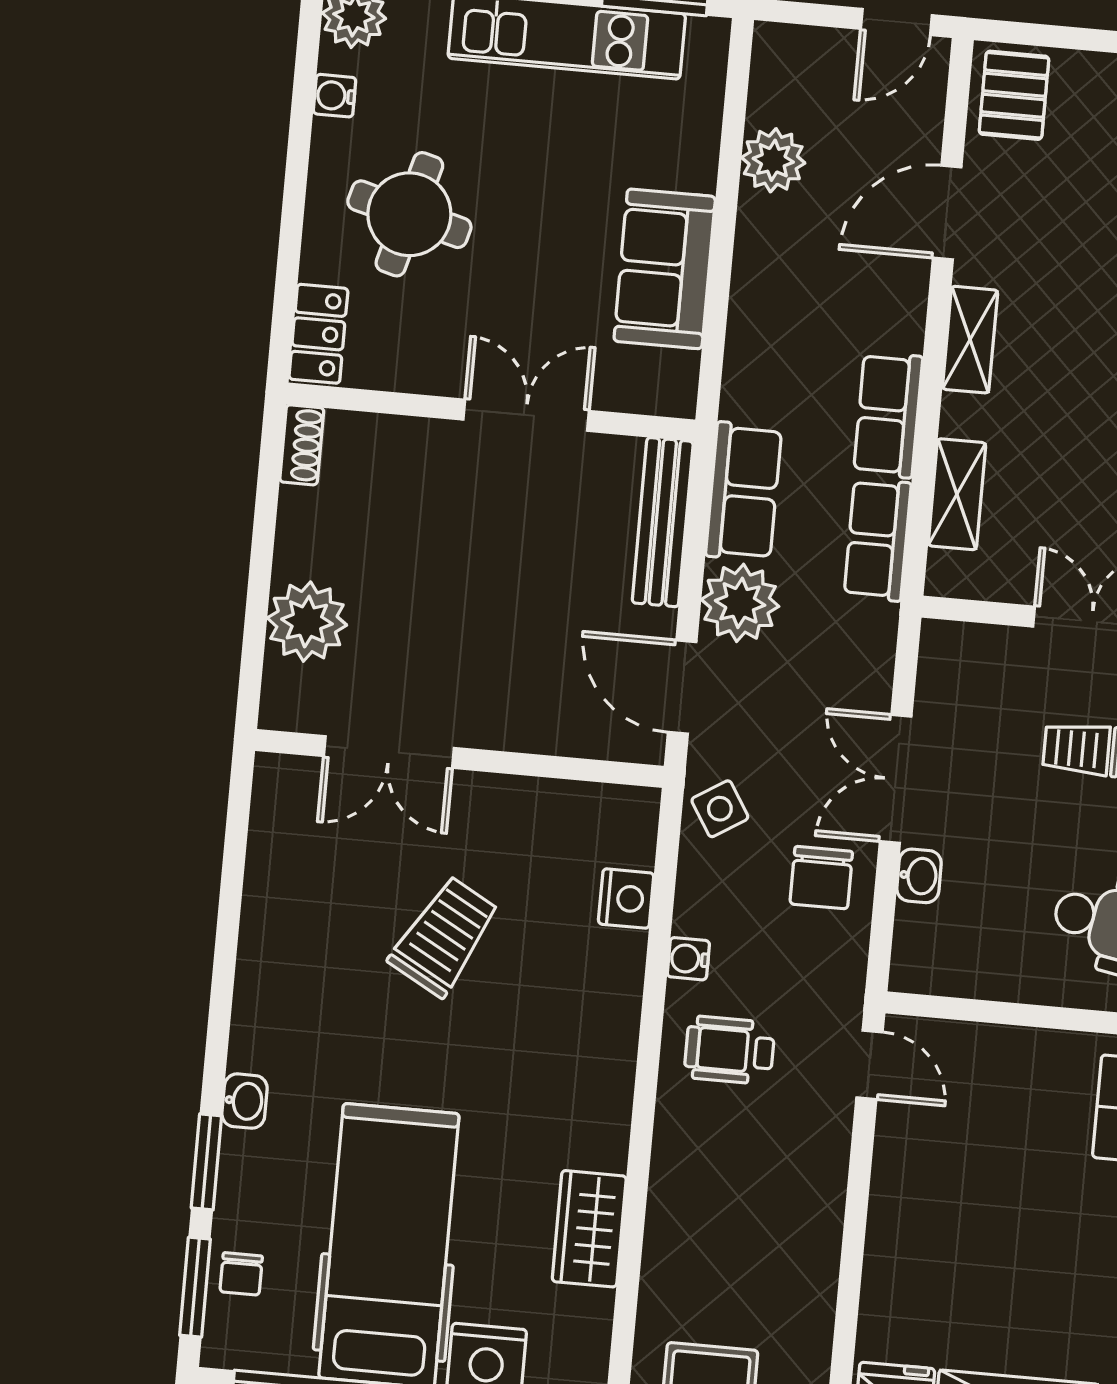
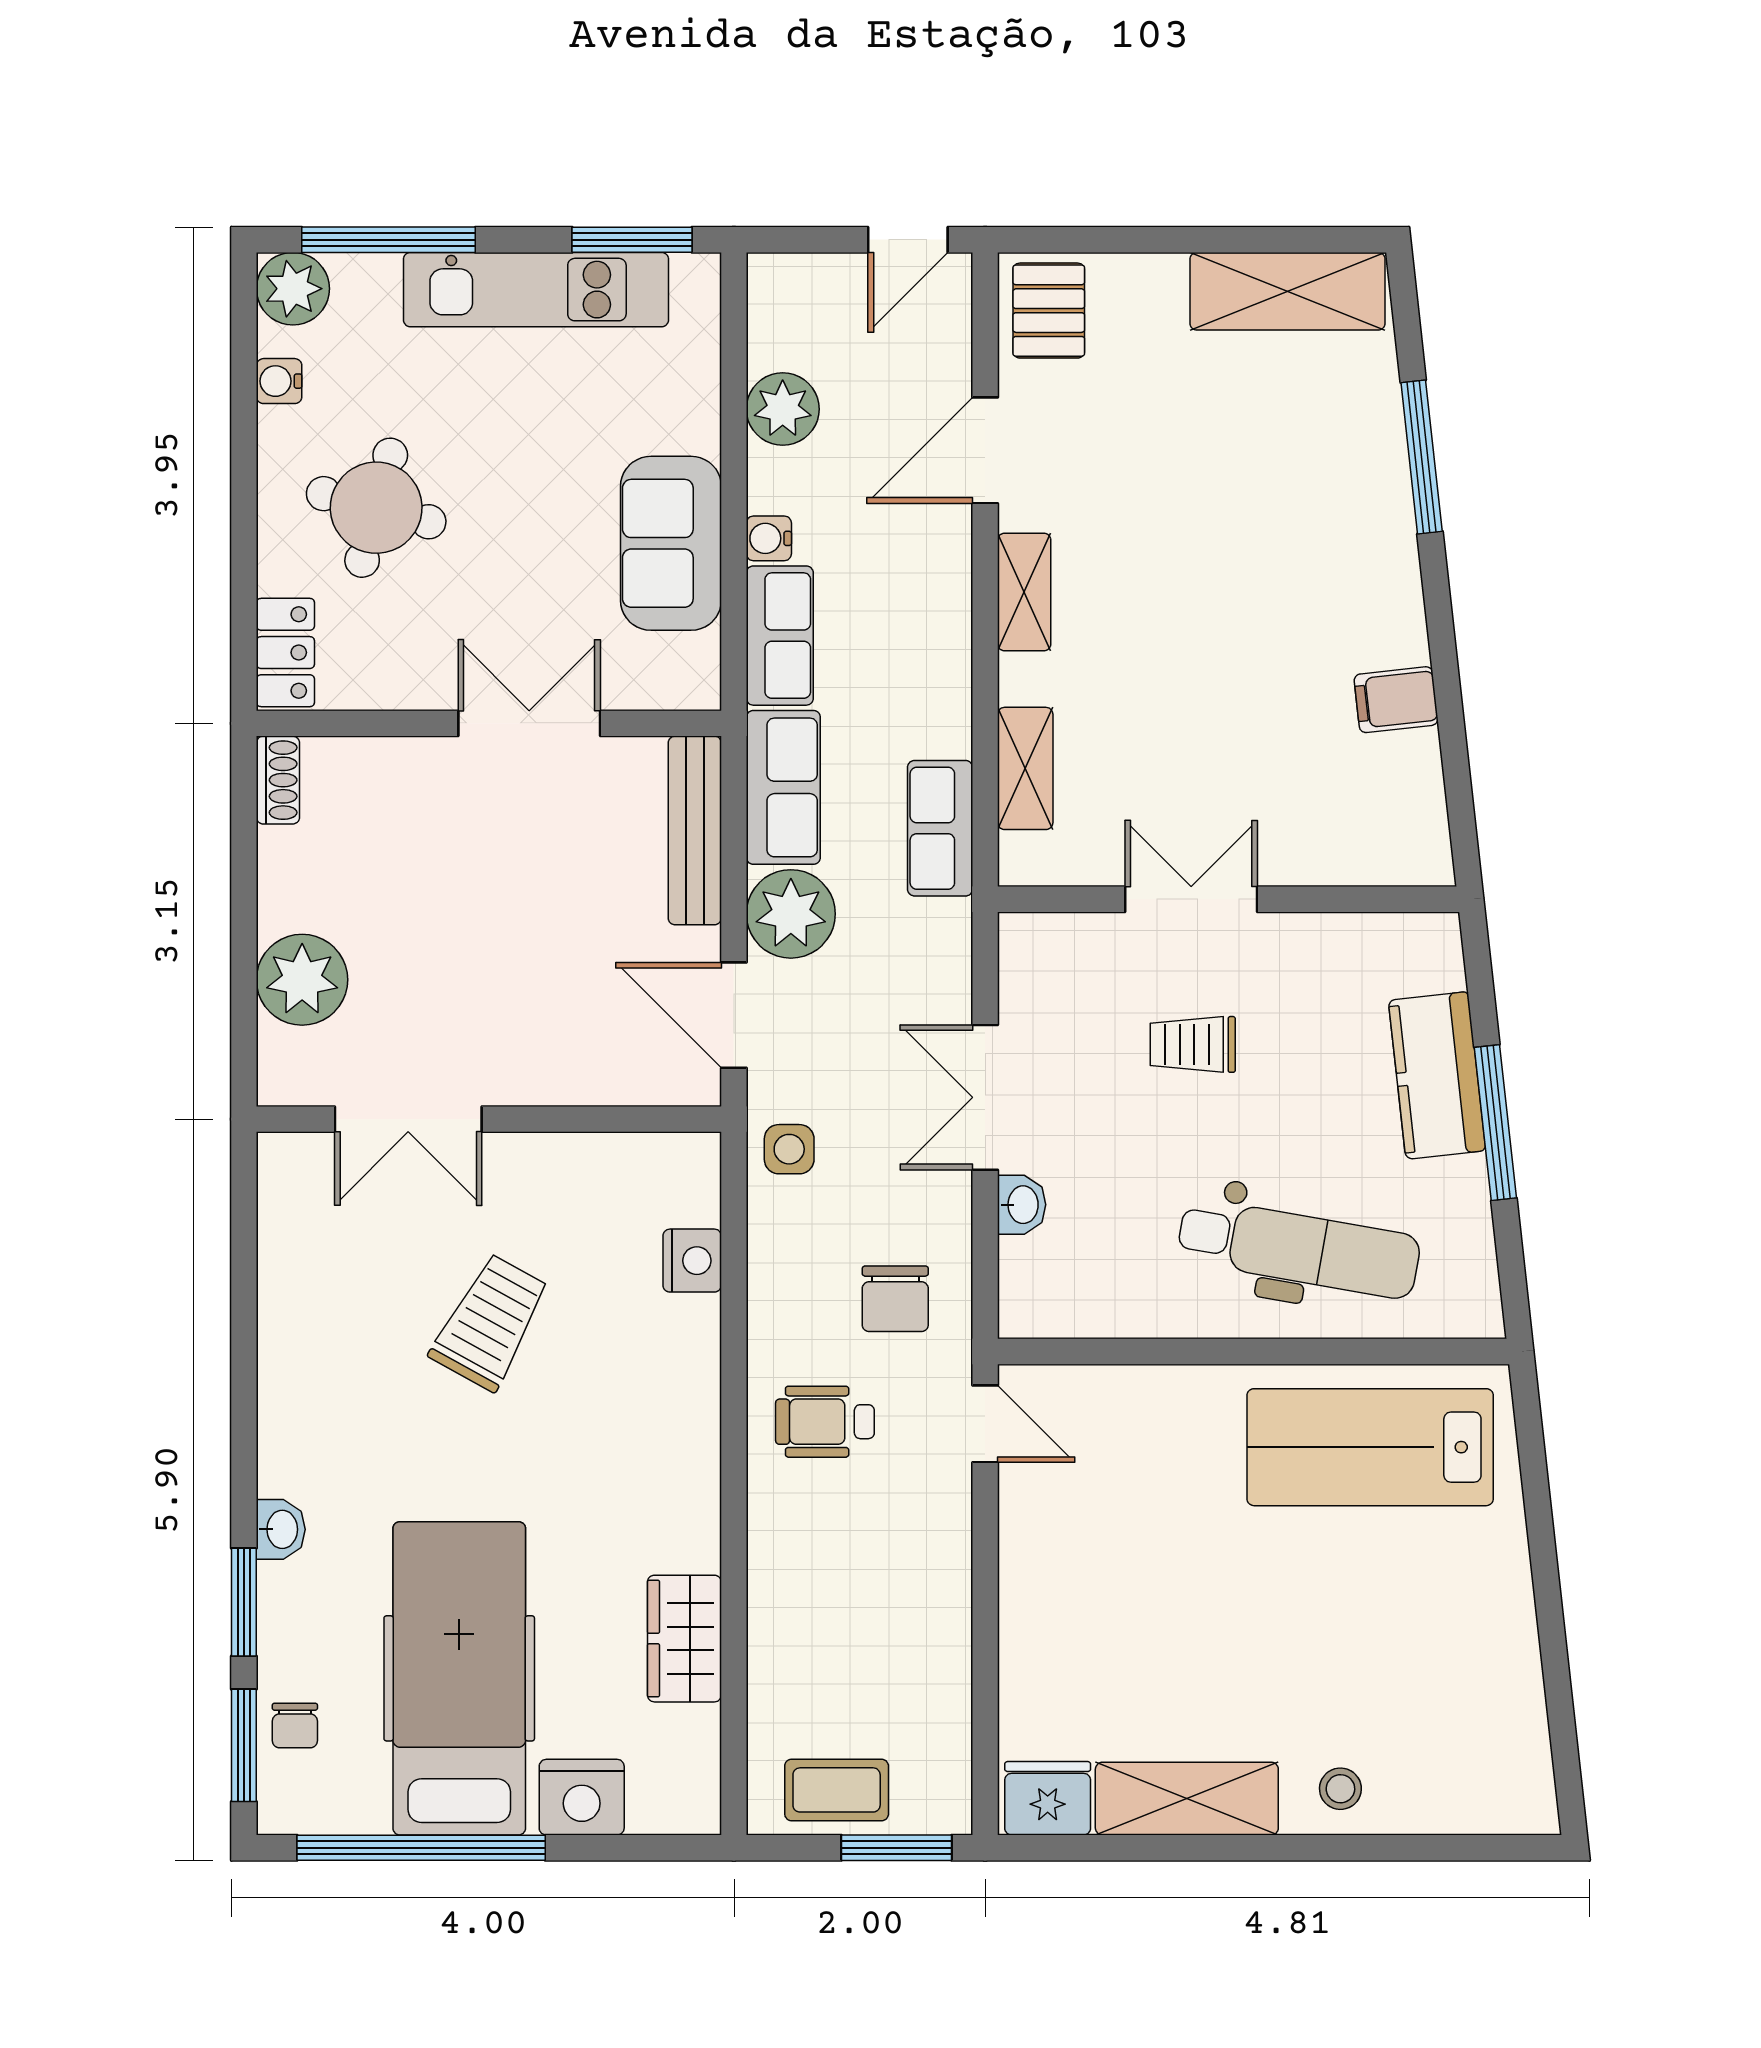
row of seats: (888, 415) -> (780, 636), moved, turned 180
side table: (720, 809) -> (789, 1149), turned 32
chair: (821, 878) -> (895, 1299), moved
water cooler: (688, 959) -> (769, 538), moved

